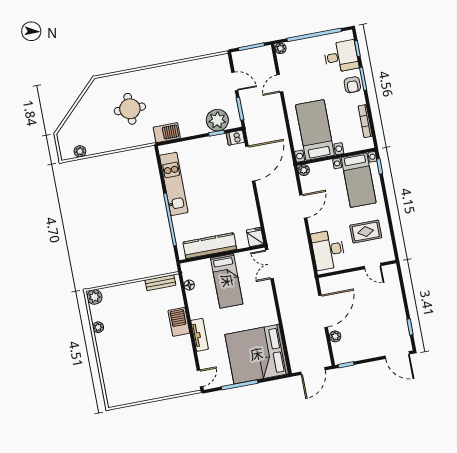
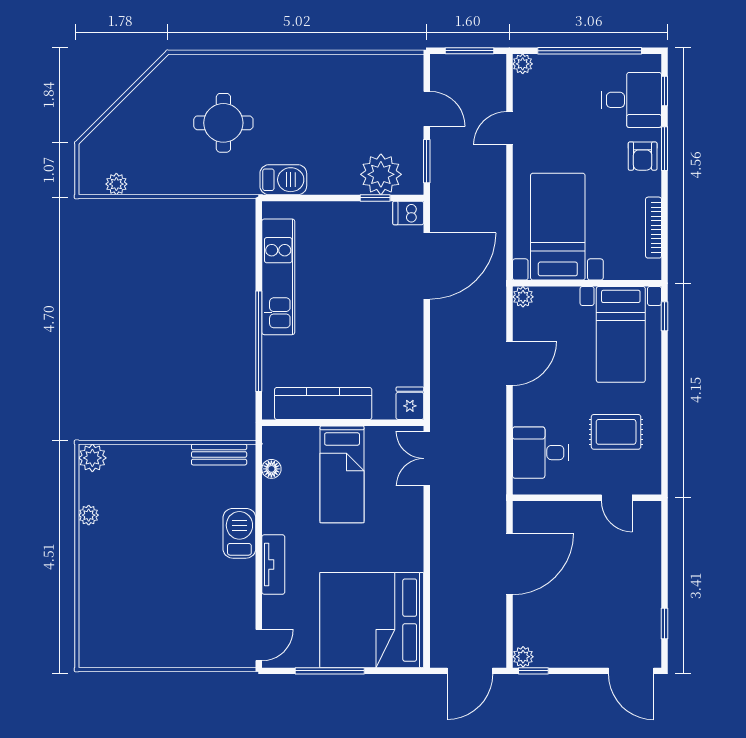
desk: (328, 250) -> (540, 453), width x0.73
plant: (335, 336) -> (523, 657), moved

